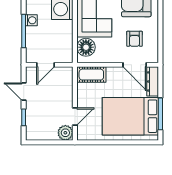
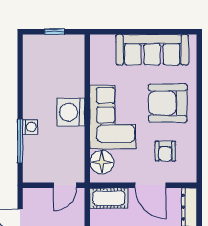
door: (45, 65) -> (65, 185), moved
door: (135, 65) -> (150, 185), moved

